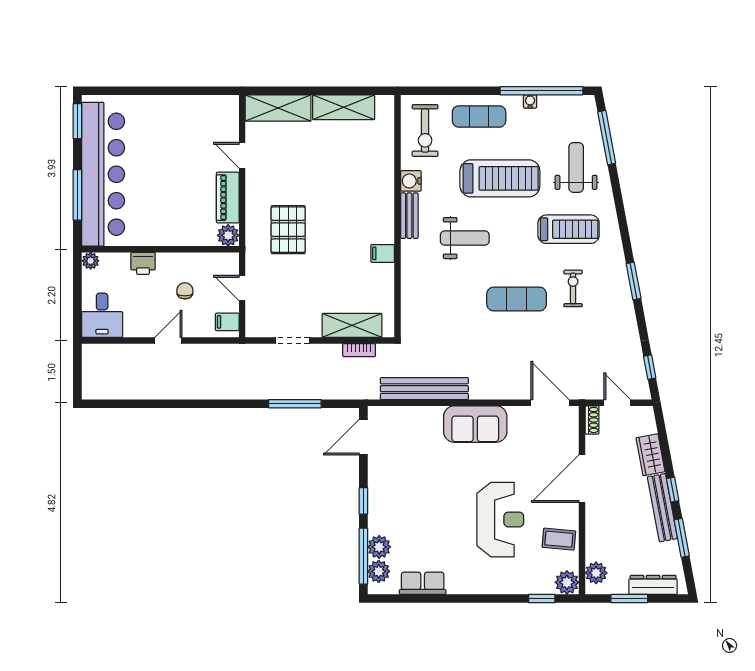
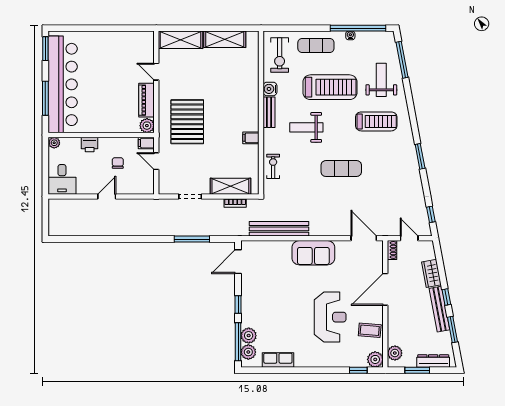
pallet: (288, 230) -> (187, 122), width x1.37, depth x1.41
weight bench: (465, 238) -> (306, 127), turned 180
exercise bike: (573, 288) -> (273, 166), moved
filing cabinet: (227, 322) -> (146, 143), moved

